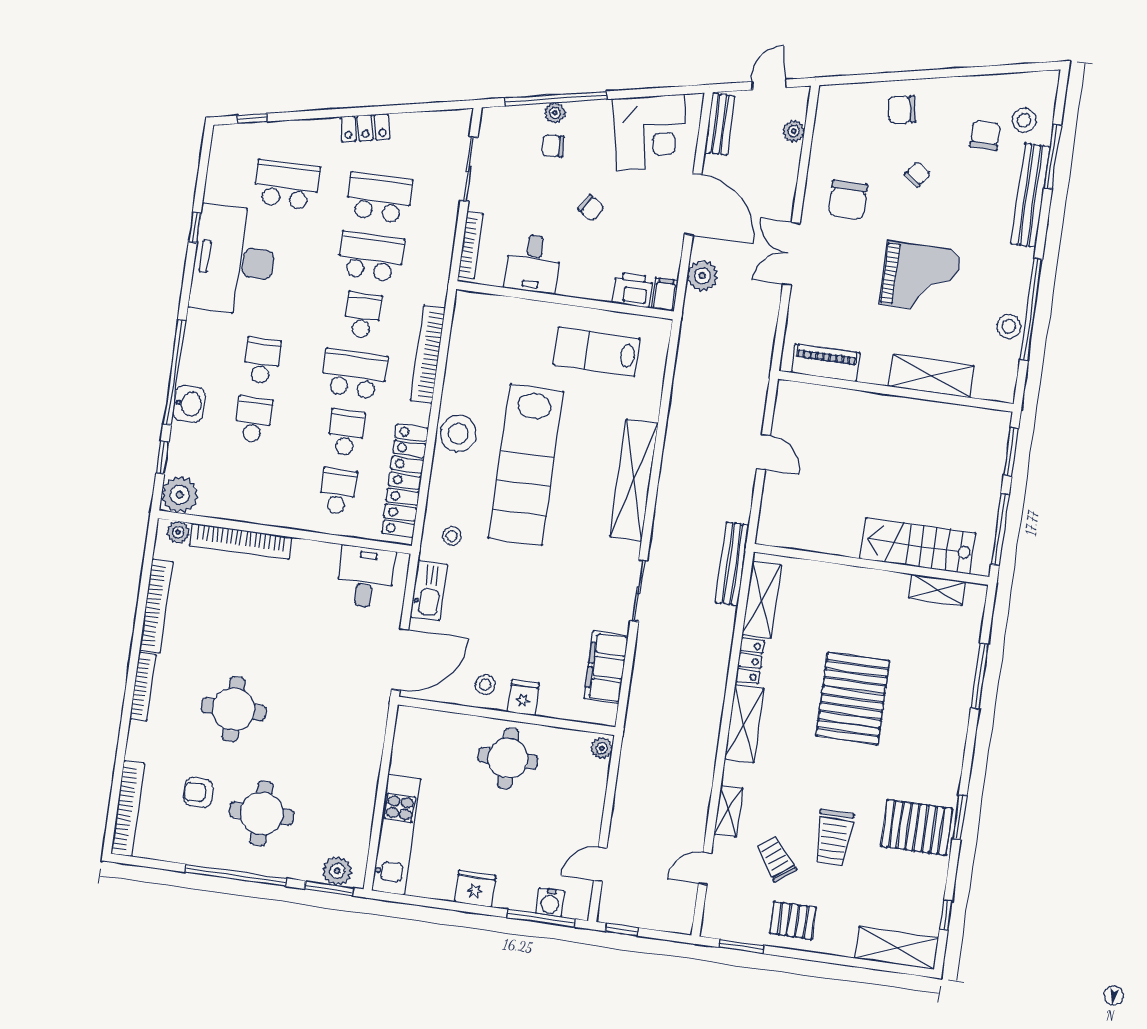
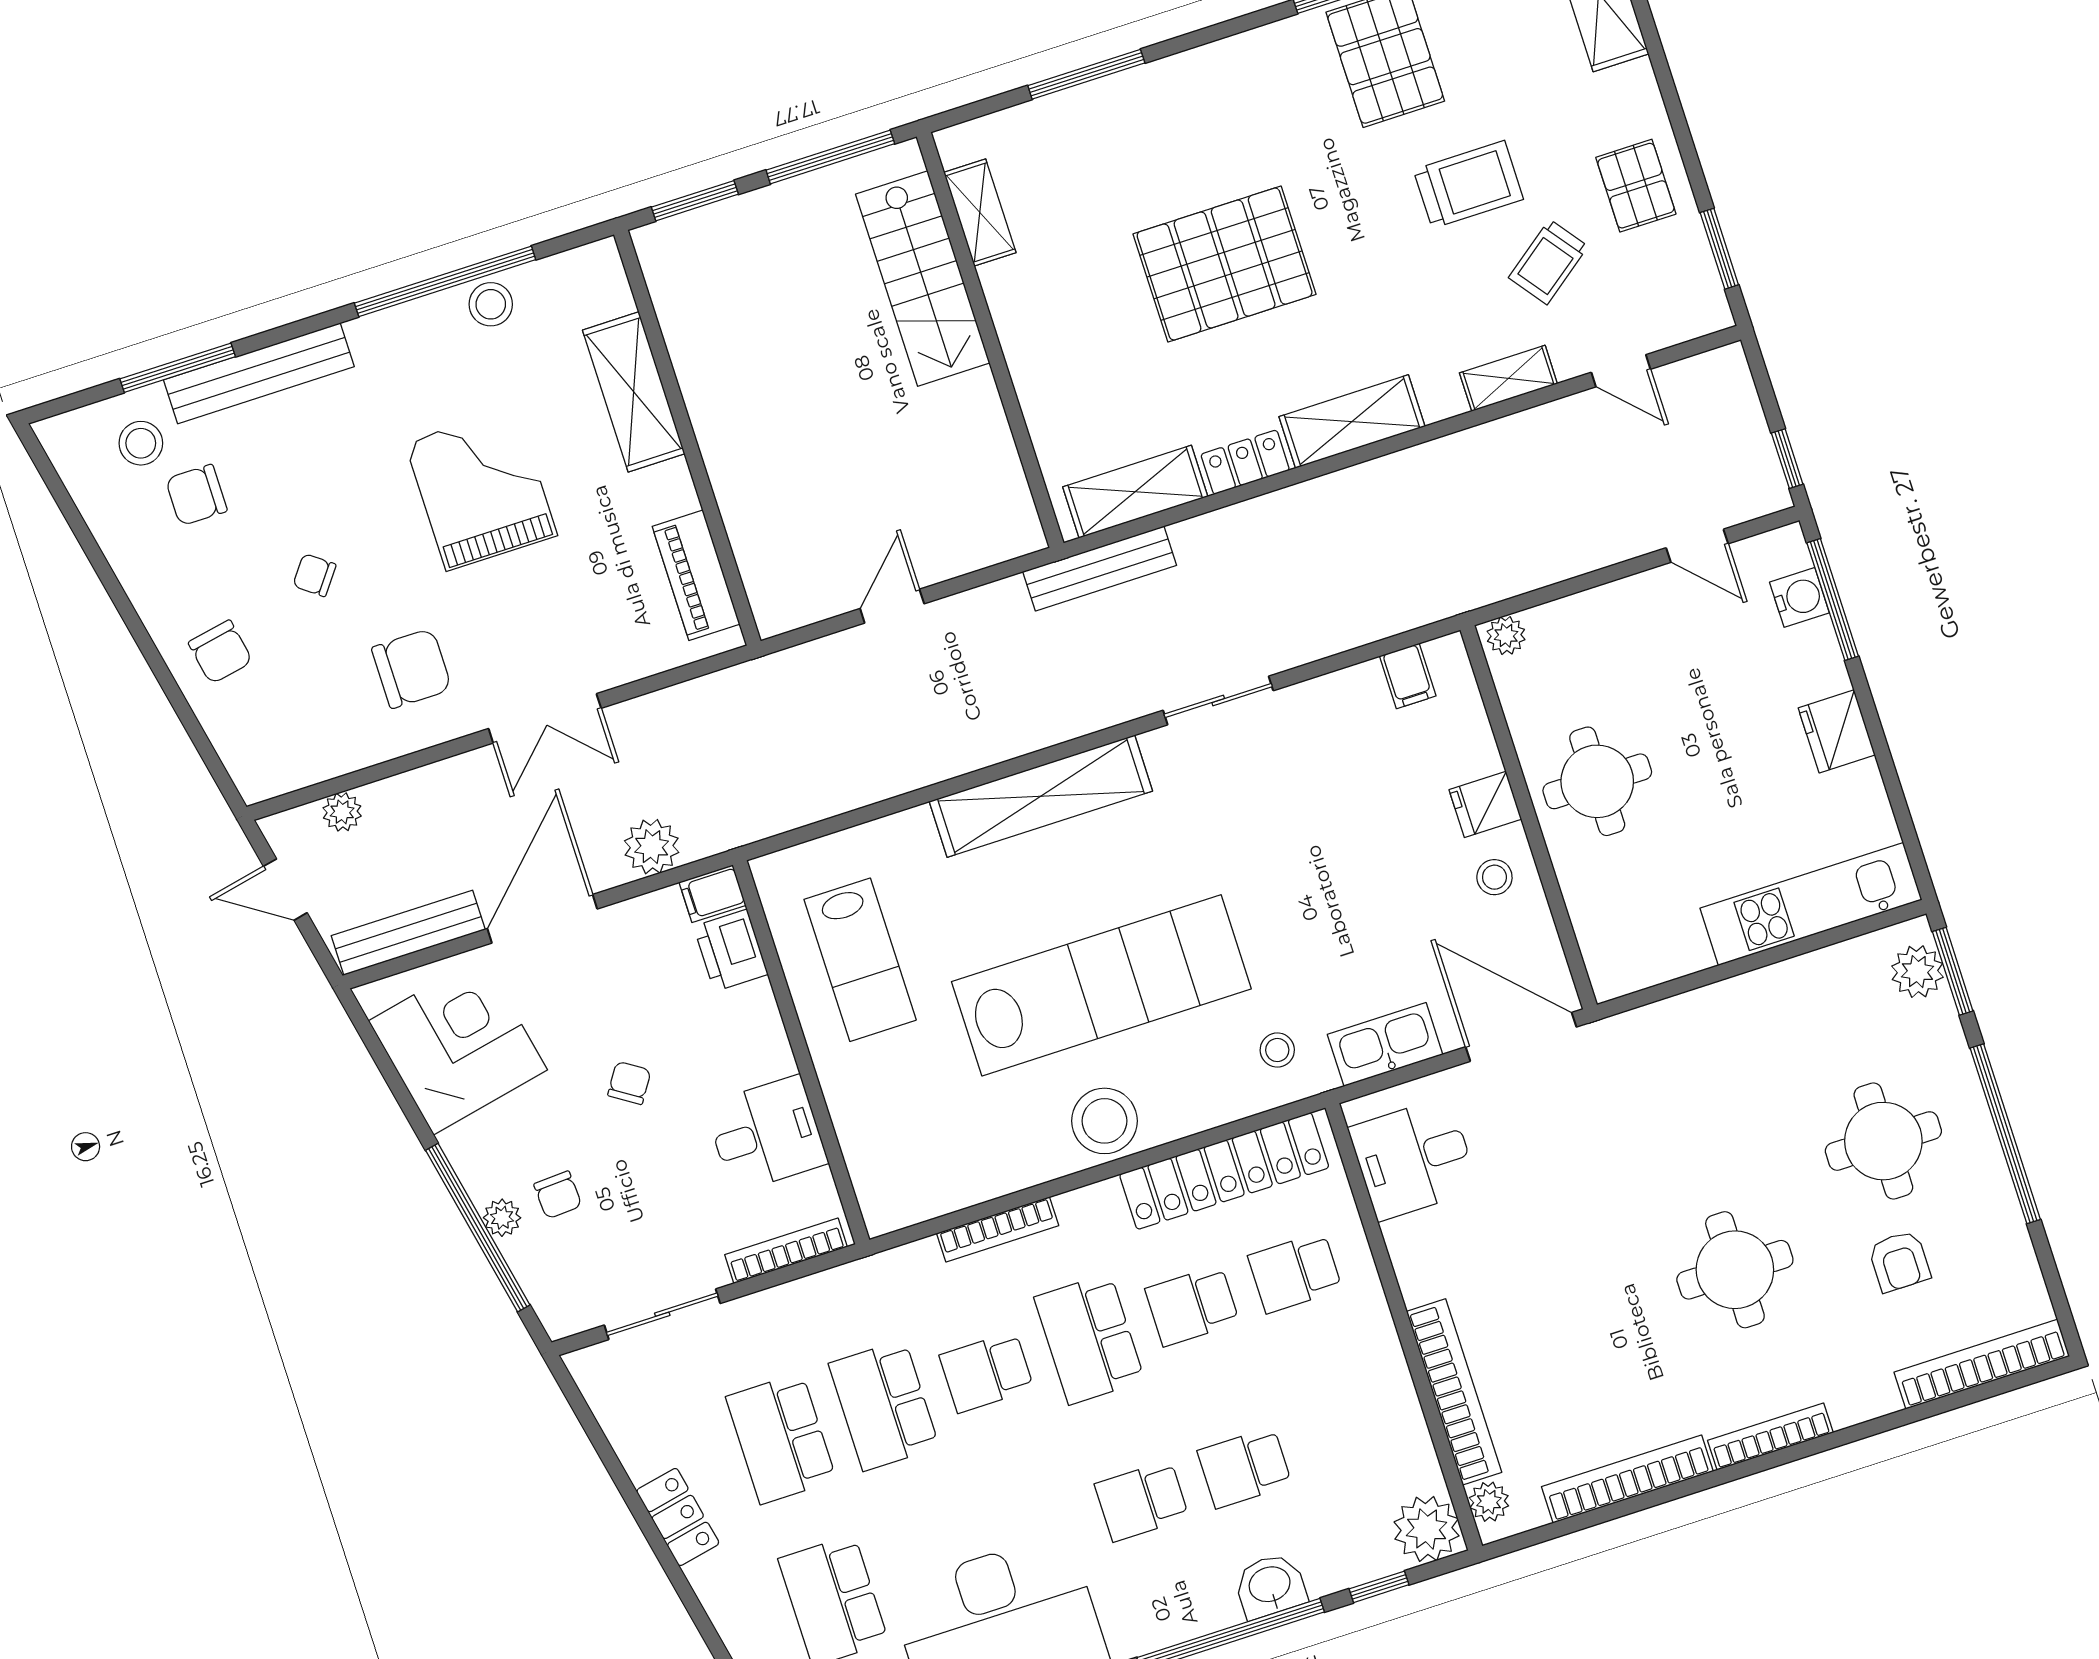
bench: (720, 124) -> (408, 933), width x1.36
bookcase: (428, 354) -> (998, 1229), width x0.68, depth x0.76
filing cabinet: (606, 667) -> (1408, 676), width x0.33, depth x0.86

